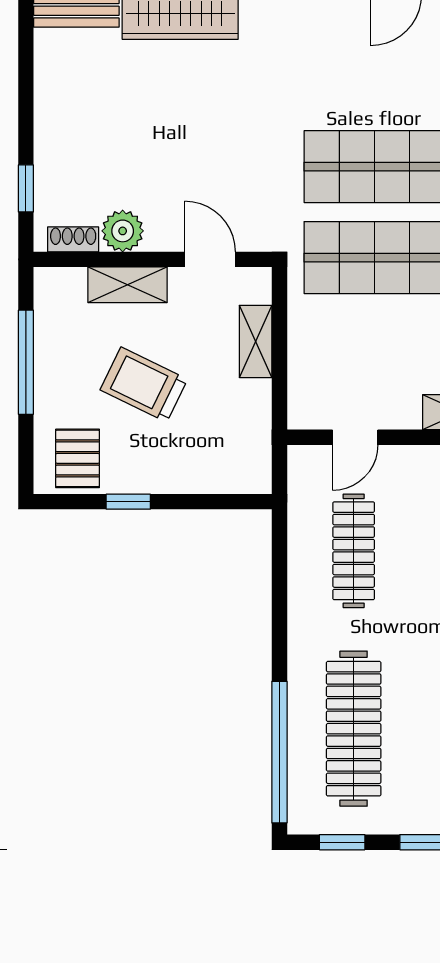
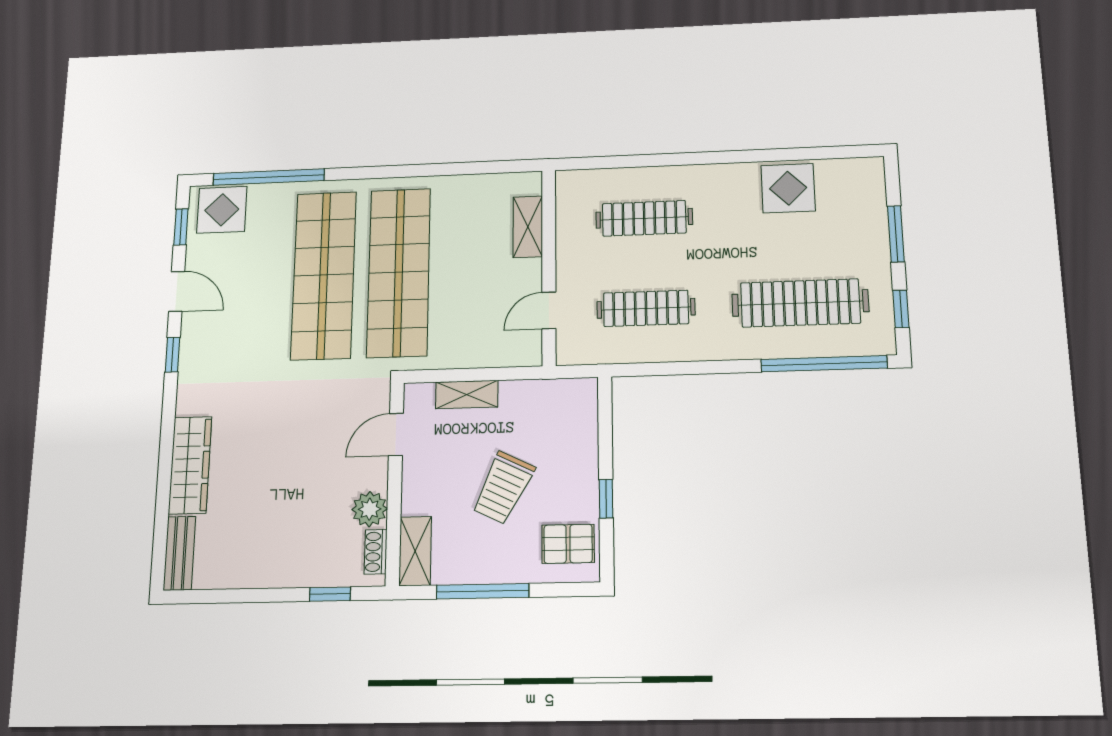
shelving: (128, 285) -> (415, 551), moved
door: (355, 437) -> (549, 310), swing flipped

